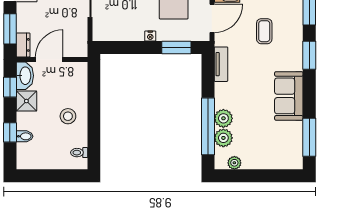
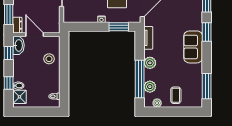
coffee table: (264, 31) -> (176, 95), moved
door: (49, 59) -> (35, 35), hinge flipped
sofa: (289, 96) -> (193, 47), moved
shower: (26, 101) -> (20, 97), moved
stool: (68, 116) -> (49, 59), moved
plant: (223, 118) -> (150, 63), moved

